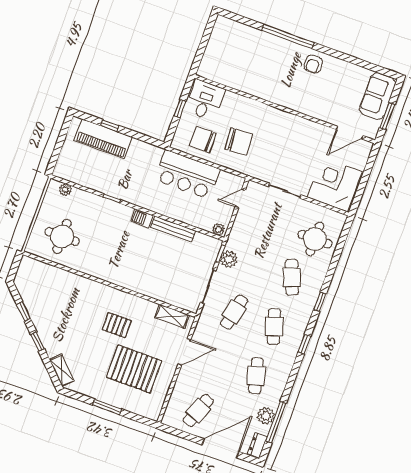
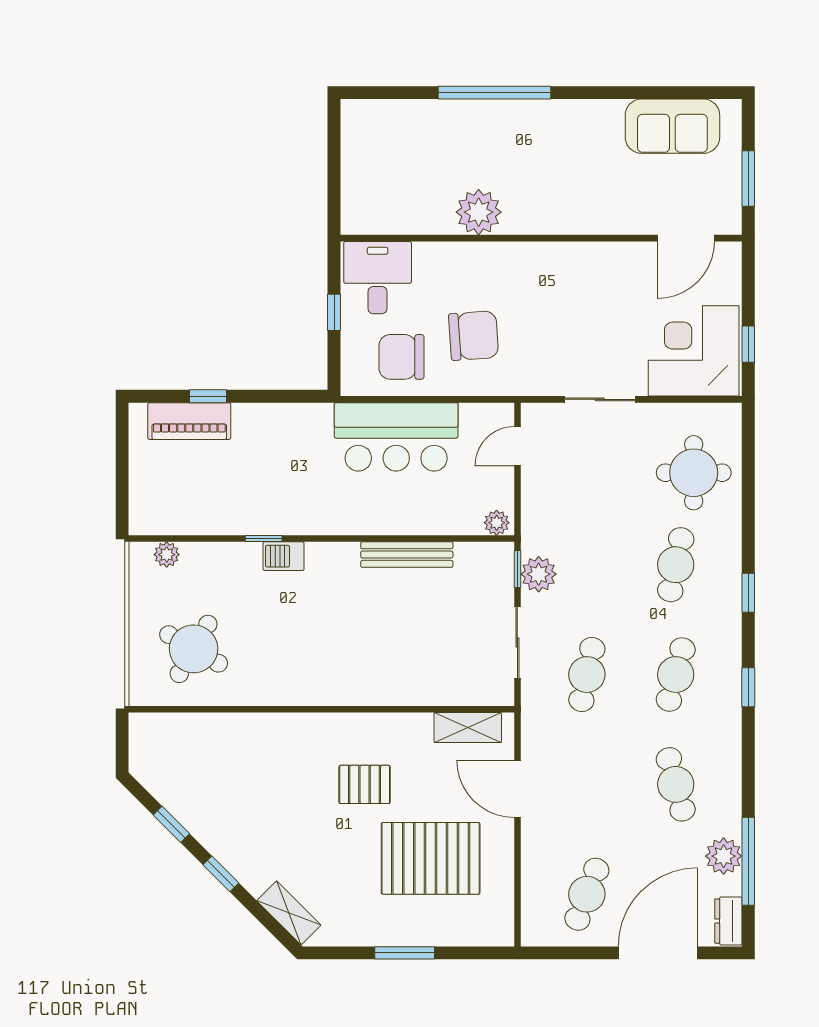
armchair: (313, 64) -> (565, 129), removed
plant: (261, 87) -> (479, 212), added
sofa: (378, 96) -> (672, 126), moved, turned -90
piano: (103, 139) -> (189, 421), width x0.73, depth x0.75
window: (360, 190) -> (748, 344), added
barbecue: (142, 218) -> (284, 556), moved
round table: (62, 236) -> (194, 649), turned 30
cafe table: (292, 277) -> (676, 565), turned 33
cafe table: (274, 327) -> (676, 675), turned 33
door: (184, 352) -> (517, 789), swing flipped

